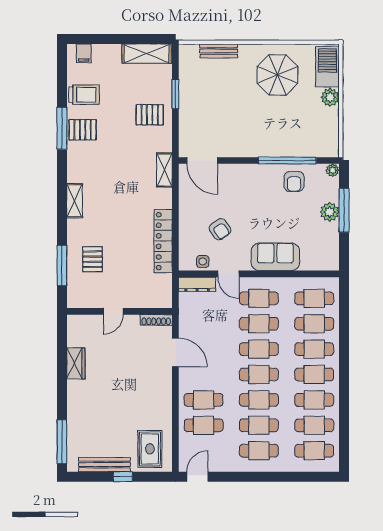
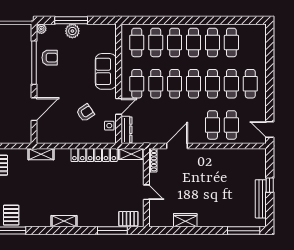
door: (202, 161) -> (34, 109), moved
pallet: (92, 259) -> (128, 219), moved
shelving: (165, 291) -> (131, 154), added
rug: (150, 449) -> (249, 165), removed
cafe table: (314, 451) -> (250, 42), removed

